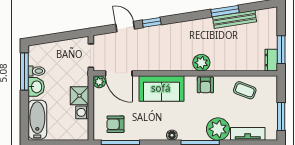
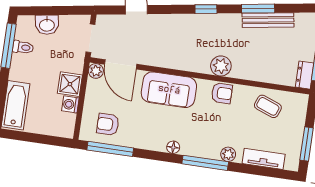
window: (152, 22) -> (206, 9), moved
armchair: (205, 85) -> (222, 93), turned -90
washbasin: (36, 87) -> (47, 25), moved, turned 81
plant: (218, 129) -> (228, 154), width x0.53, depth x0.53

